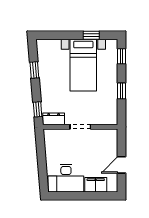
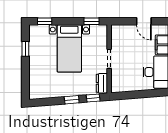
bed with nightstands: (83, 65) -> (69, 48), moved, turned 90
window: (34, 70) -> (72, 100), moved
window: (122, 91) -> (91, 21), moved

